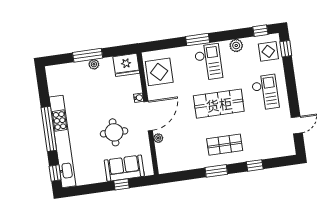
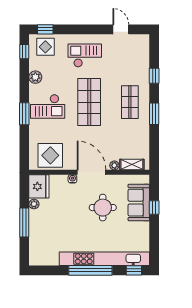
checkout: (208, 62) -> (48, 106), turned 180
plant: (94, 64) -> (34, 204), moved
shelving: (162, 156) -> (132, 165), added

